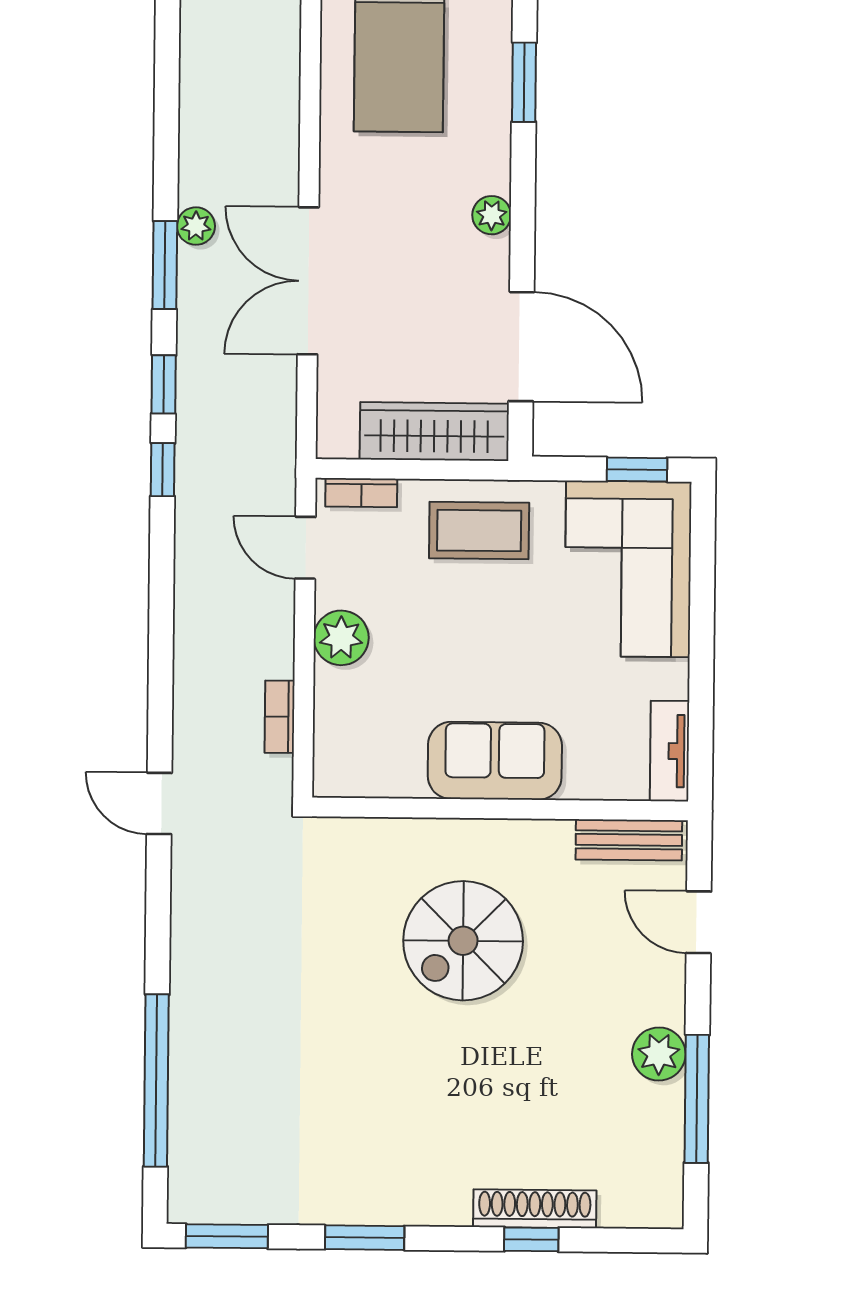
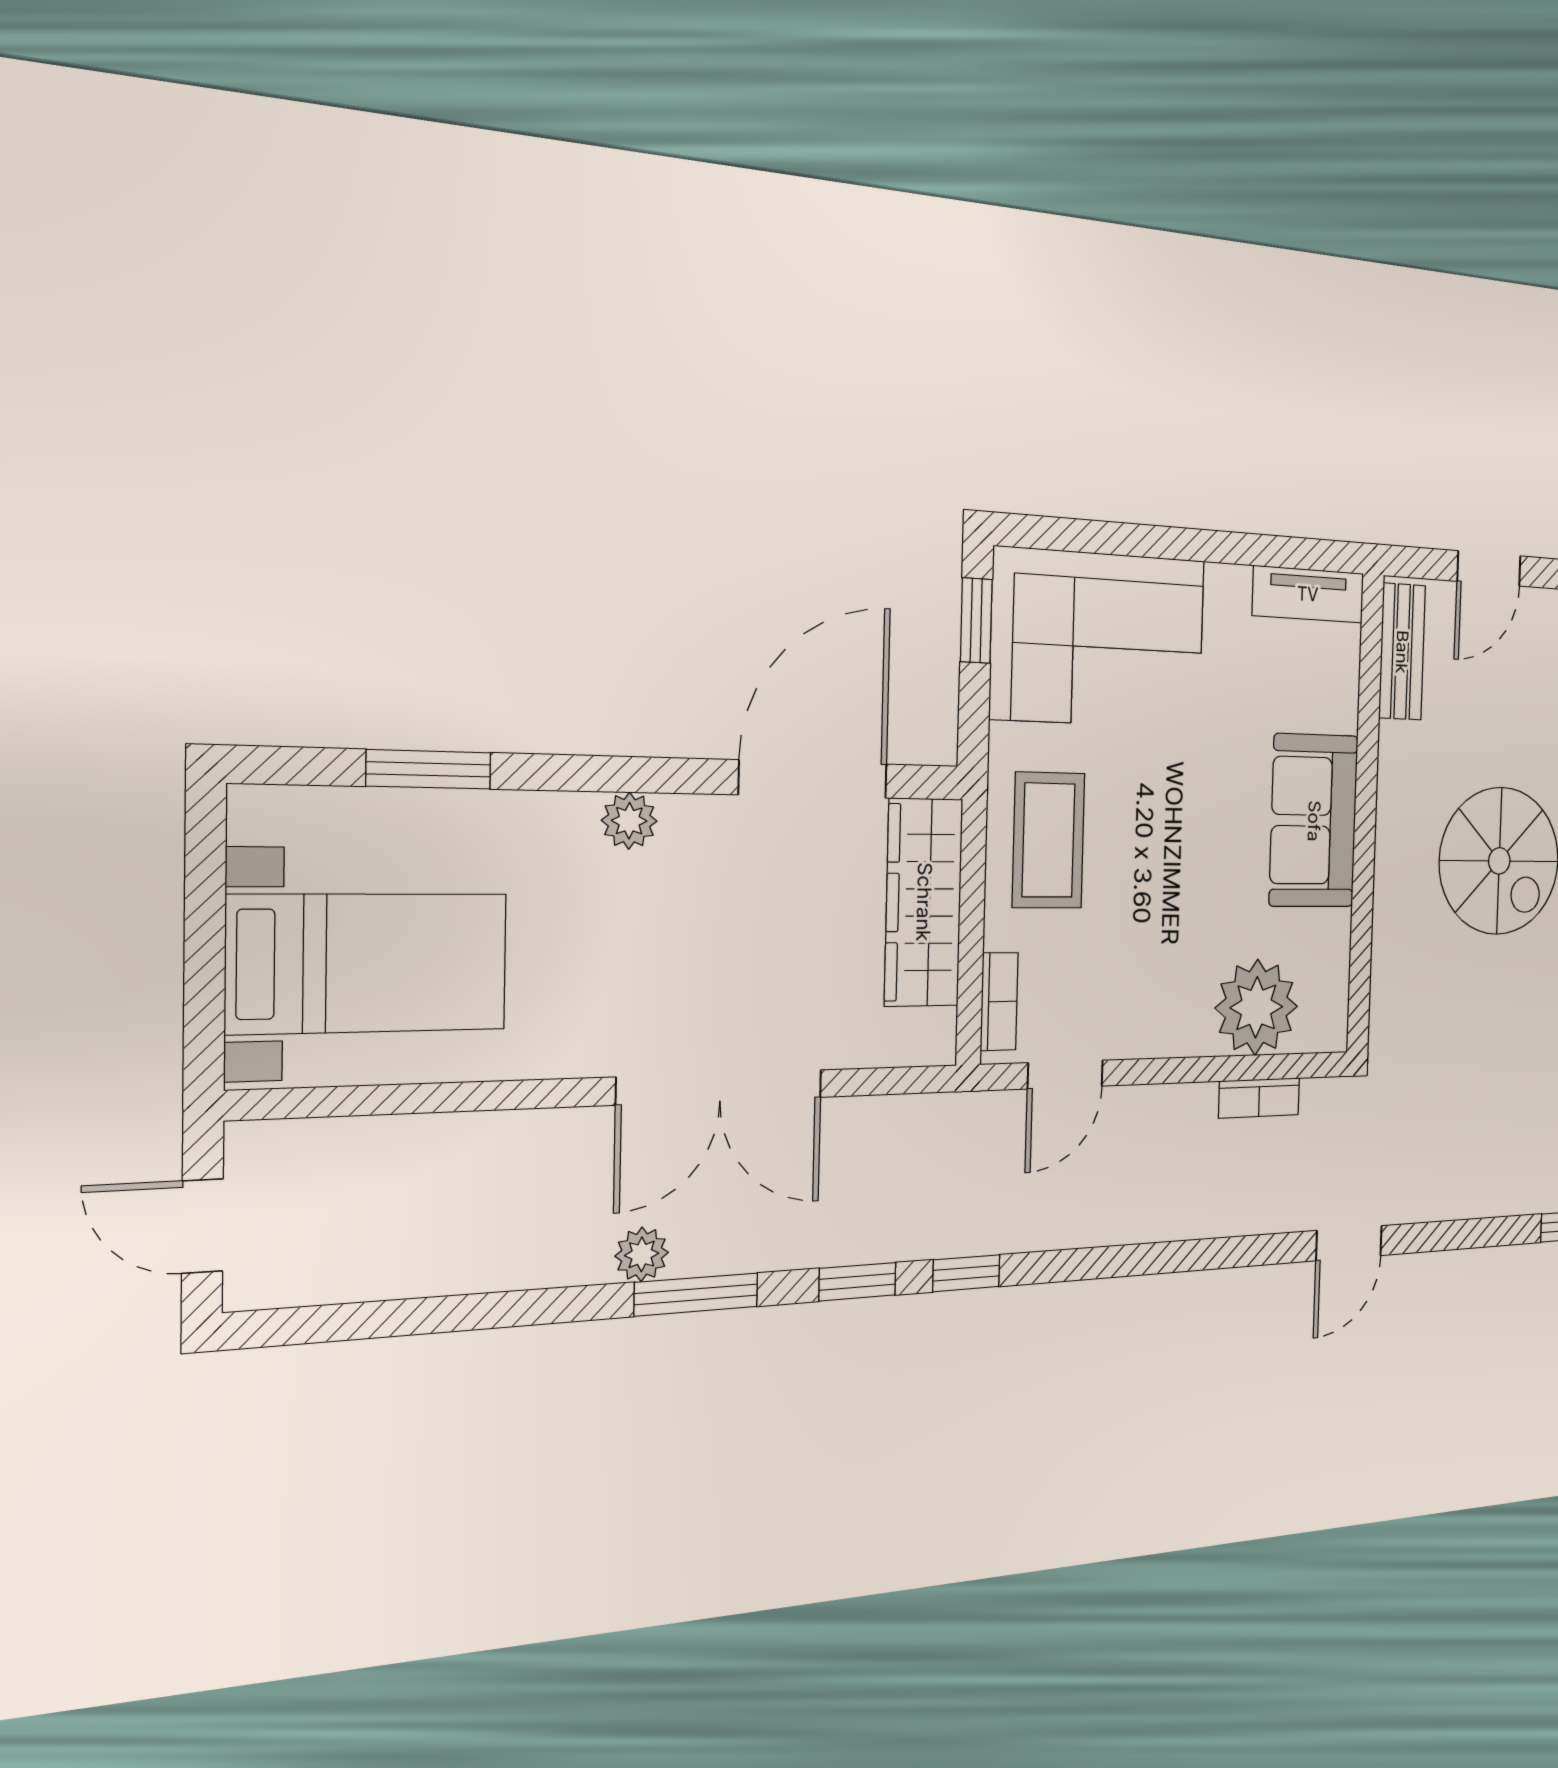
plant: (341, 638) -> (1256, 1007), moved, width x1.36, depth x1.36

